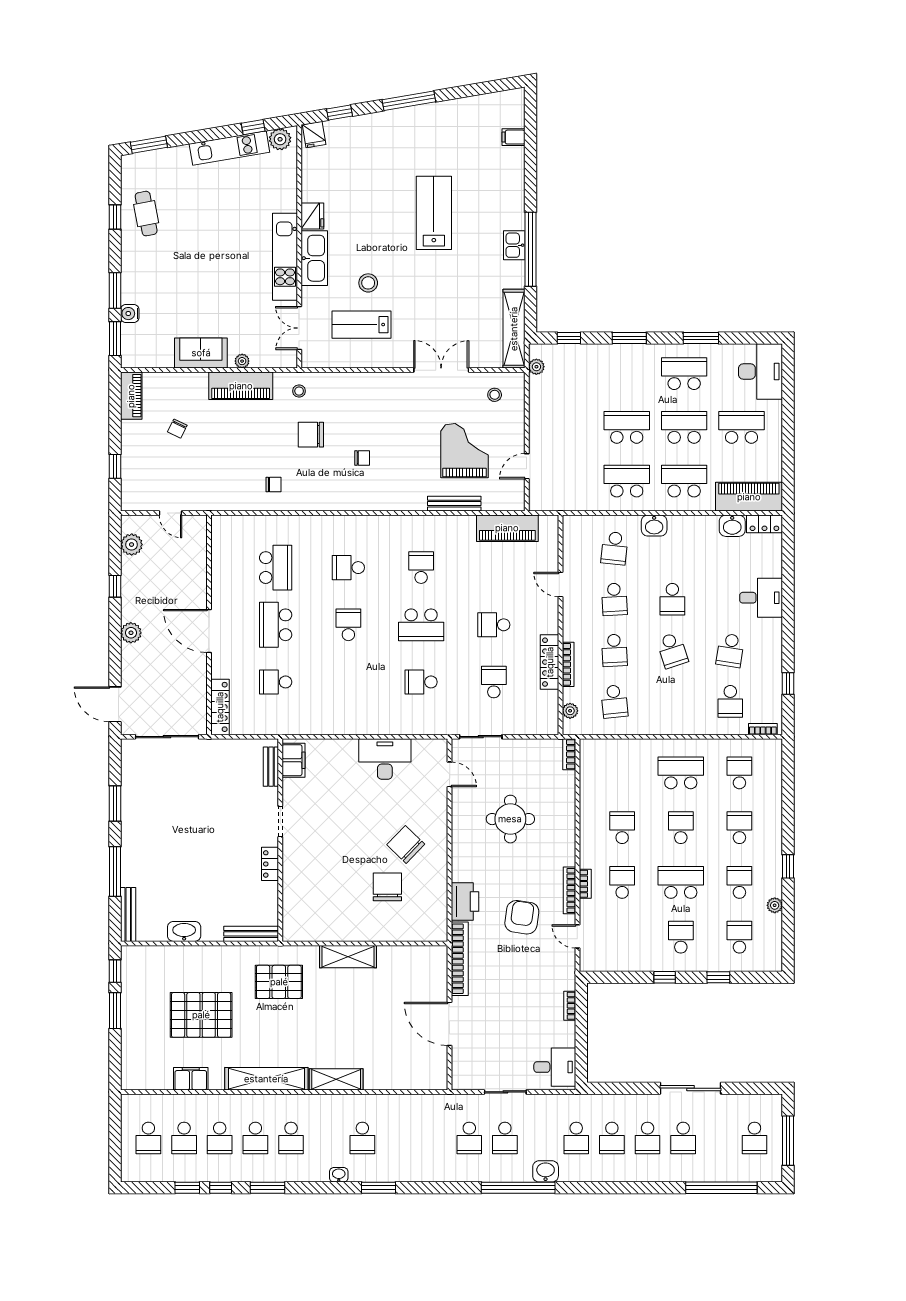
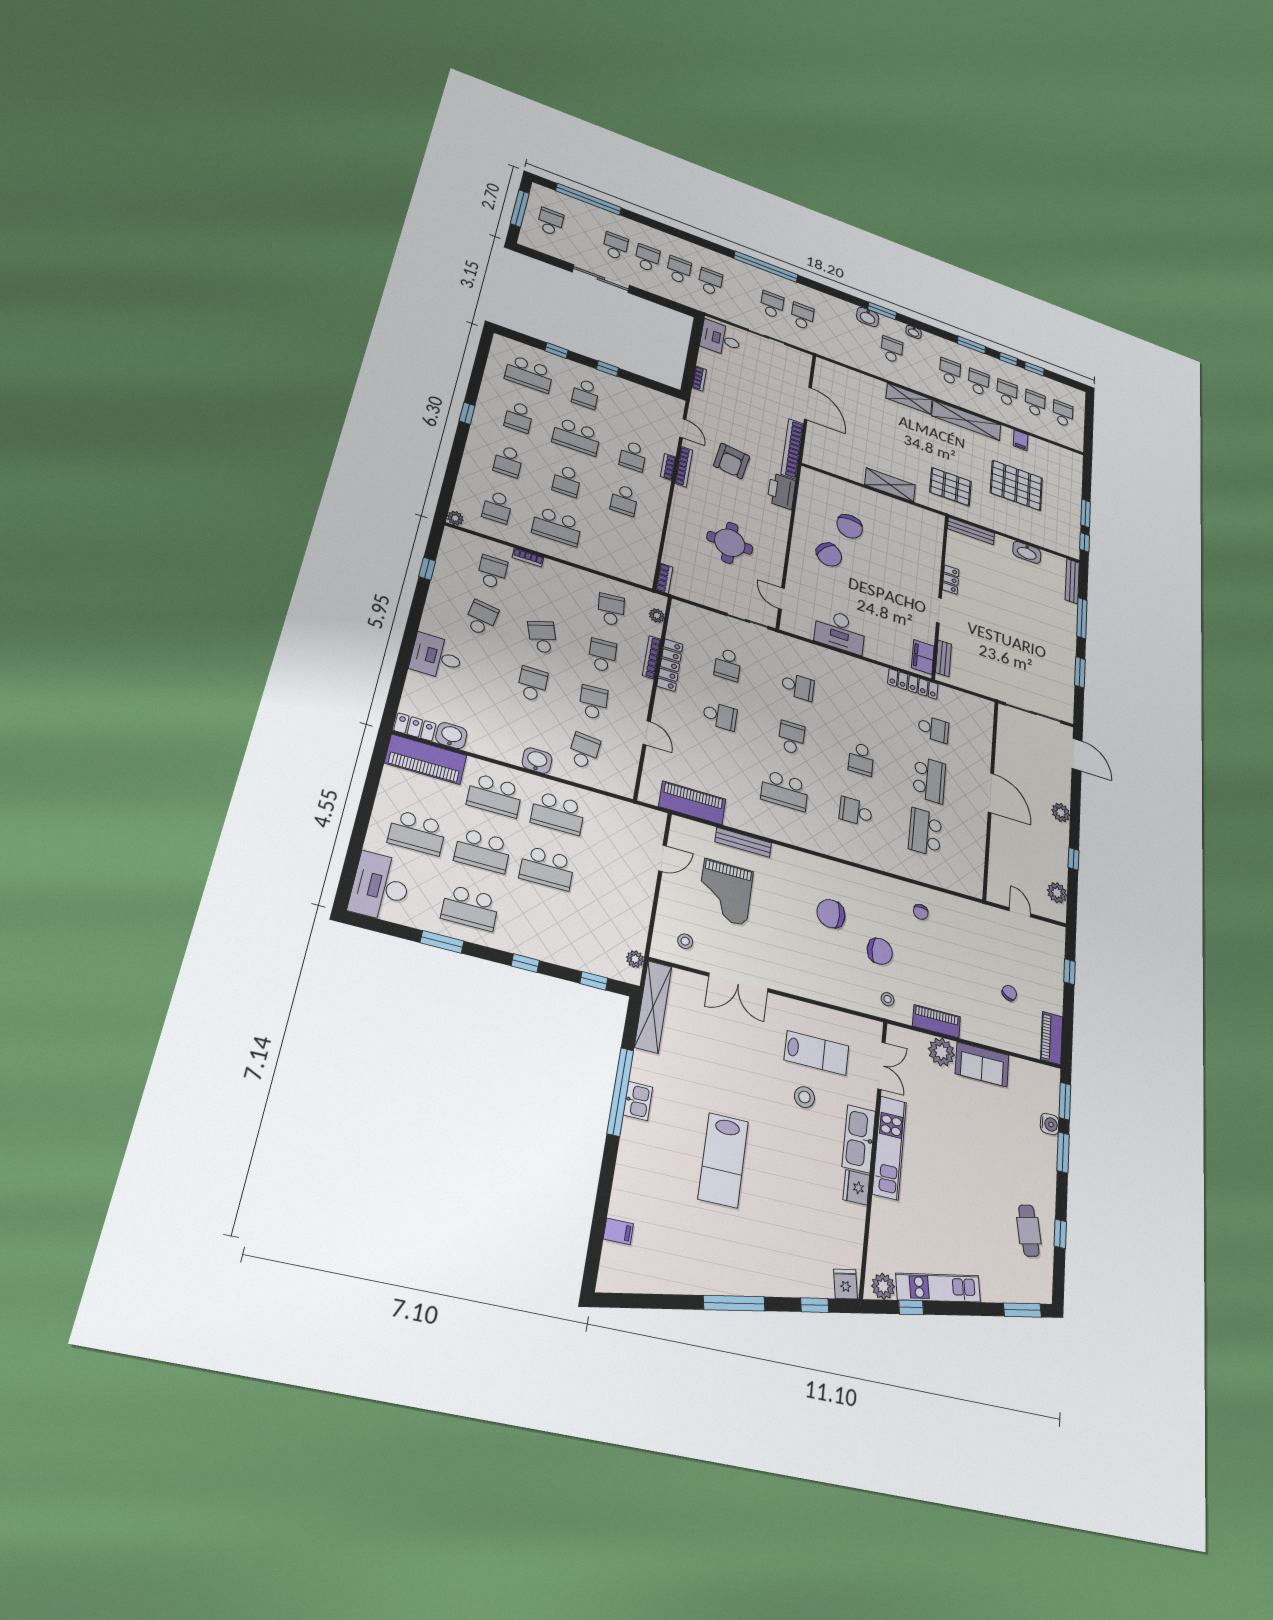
window: (629, 338) -> (525, 963), width x0.67
plant: (242, 361) -> (941, 1052), width x1.87, depth x1.87
piano: (241, 386) -> (936, 1021), width x0.73, depth x0.75
chair: (362, 458) -> (831, 914), width x1.87, depth x1.87
chair: (273, 485) -> (921, 912), turned -90
school desk: (348, 568) -> (856, 812), turned 180
school desk: (421, 568) -> (785, 791), width x1.85
school desk: (421, 625) -> (791, 738), width x0.54
locker: (220, 707) -> (913, 684), moved, turned -90
bookcase: (763, 729) -> (528, 557), moved
plant: (775, 905) -> (455, 518), moved
school desk: (739, 937) -> (529, 374), width x1.85
filing cabinet: (191, 1079) -> (1021, 440), width x0.50
washbasin: (546, 1171) -> (868, 317), moved

